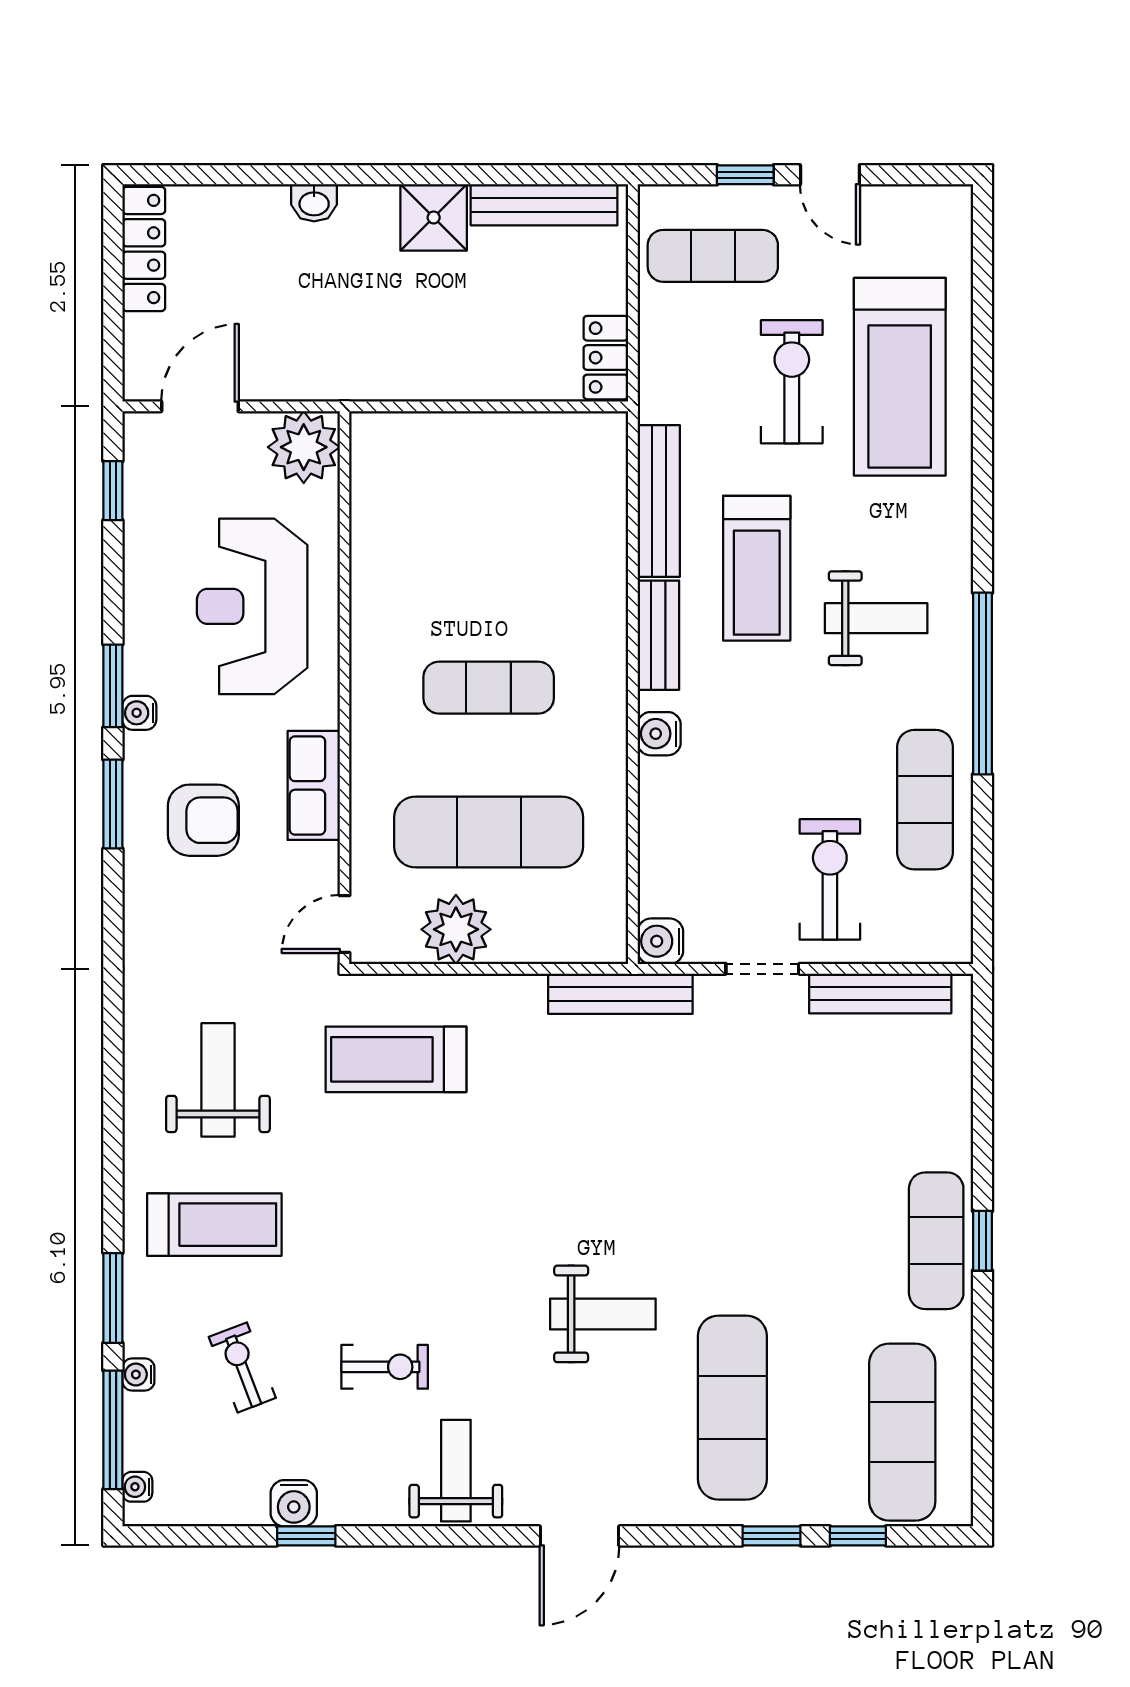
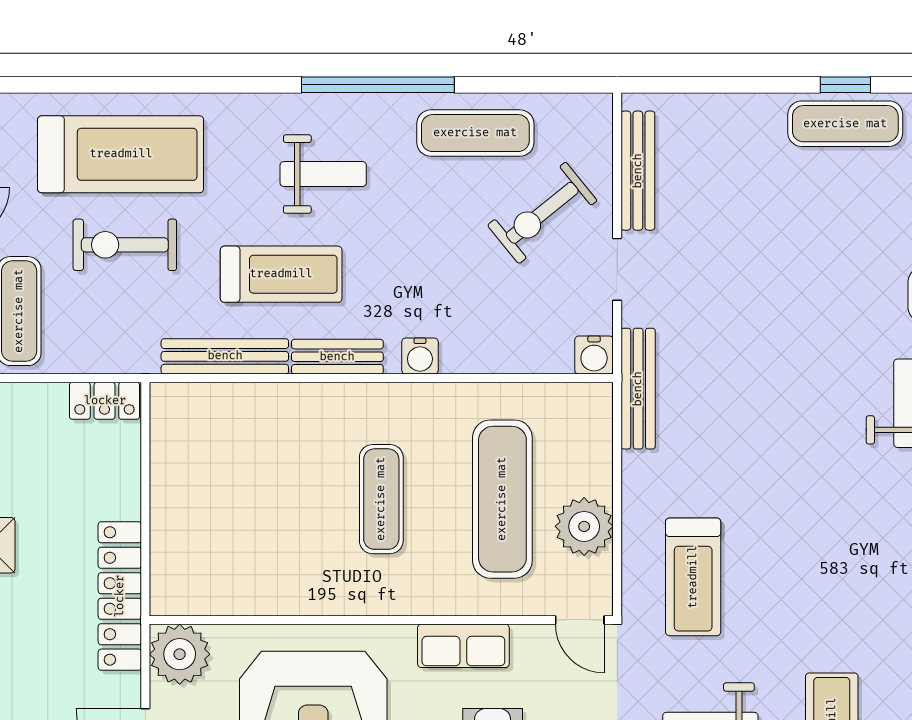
locker: (373, 376) -> (120, 596), added
weight bench: (876, 618) -> (323, 174), turned 90
exercise bike: (830, 879) -> (542, 213), turned -39

